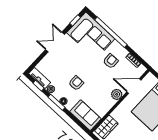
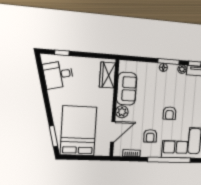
armchair: (76, 83) -> (170, 113), moved
sofa: (85, 115) -> (127, 89), moved, turned -90

